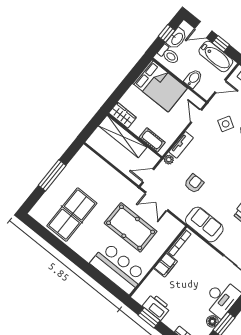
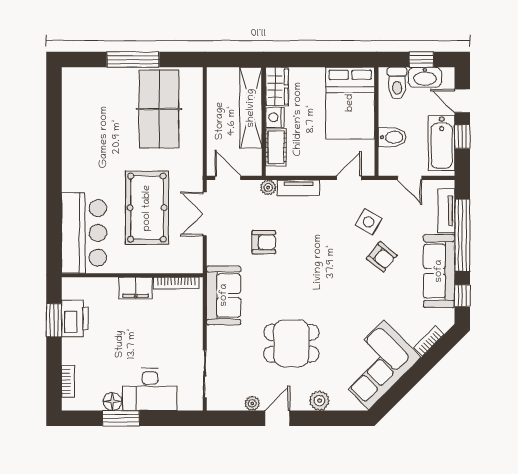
nightstand: (137, 128) -> (275, 117), added
table tennis table: (72, 215) -> (159, 109), moved, turned 90

